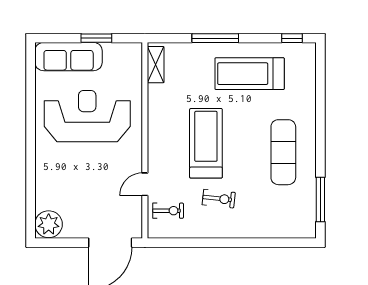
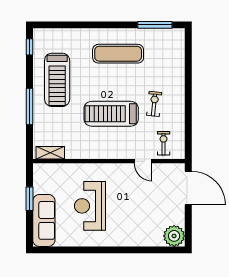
reception desk: (87, 116) -> (90, 206), width x0.74, depth x0.77

